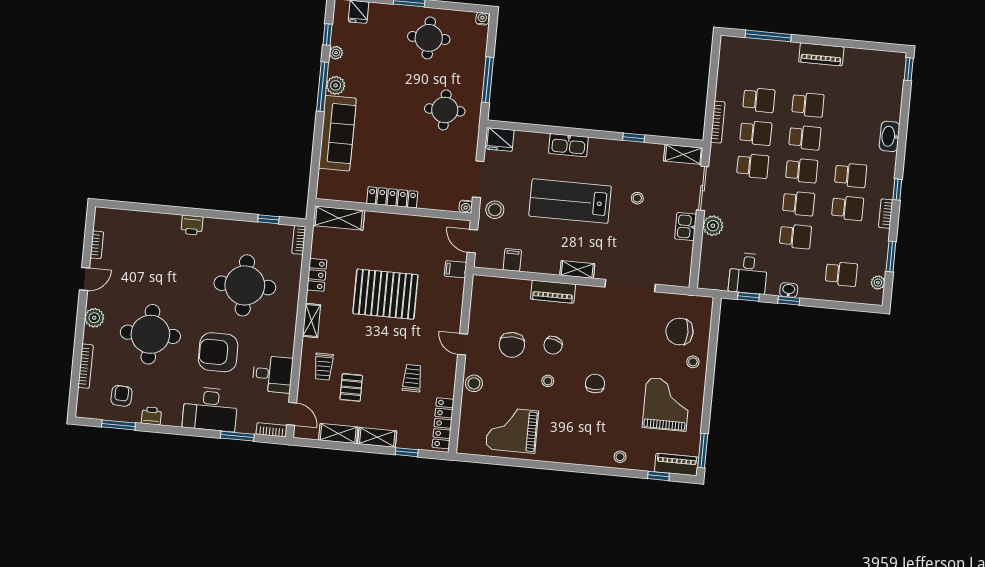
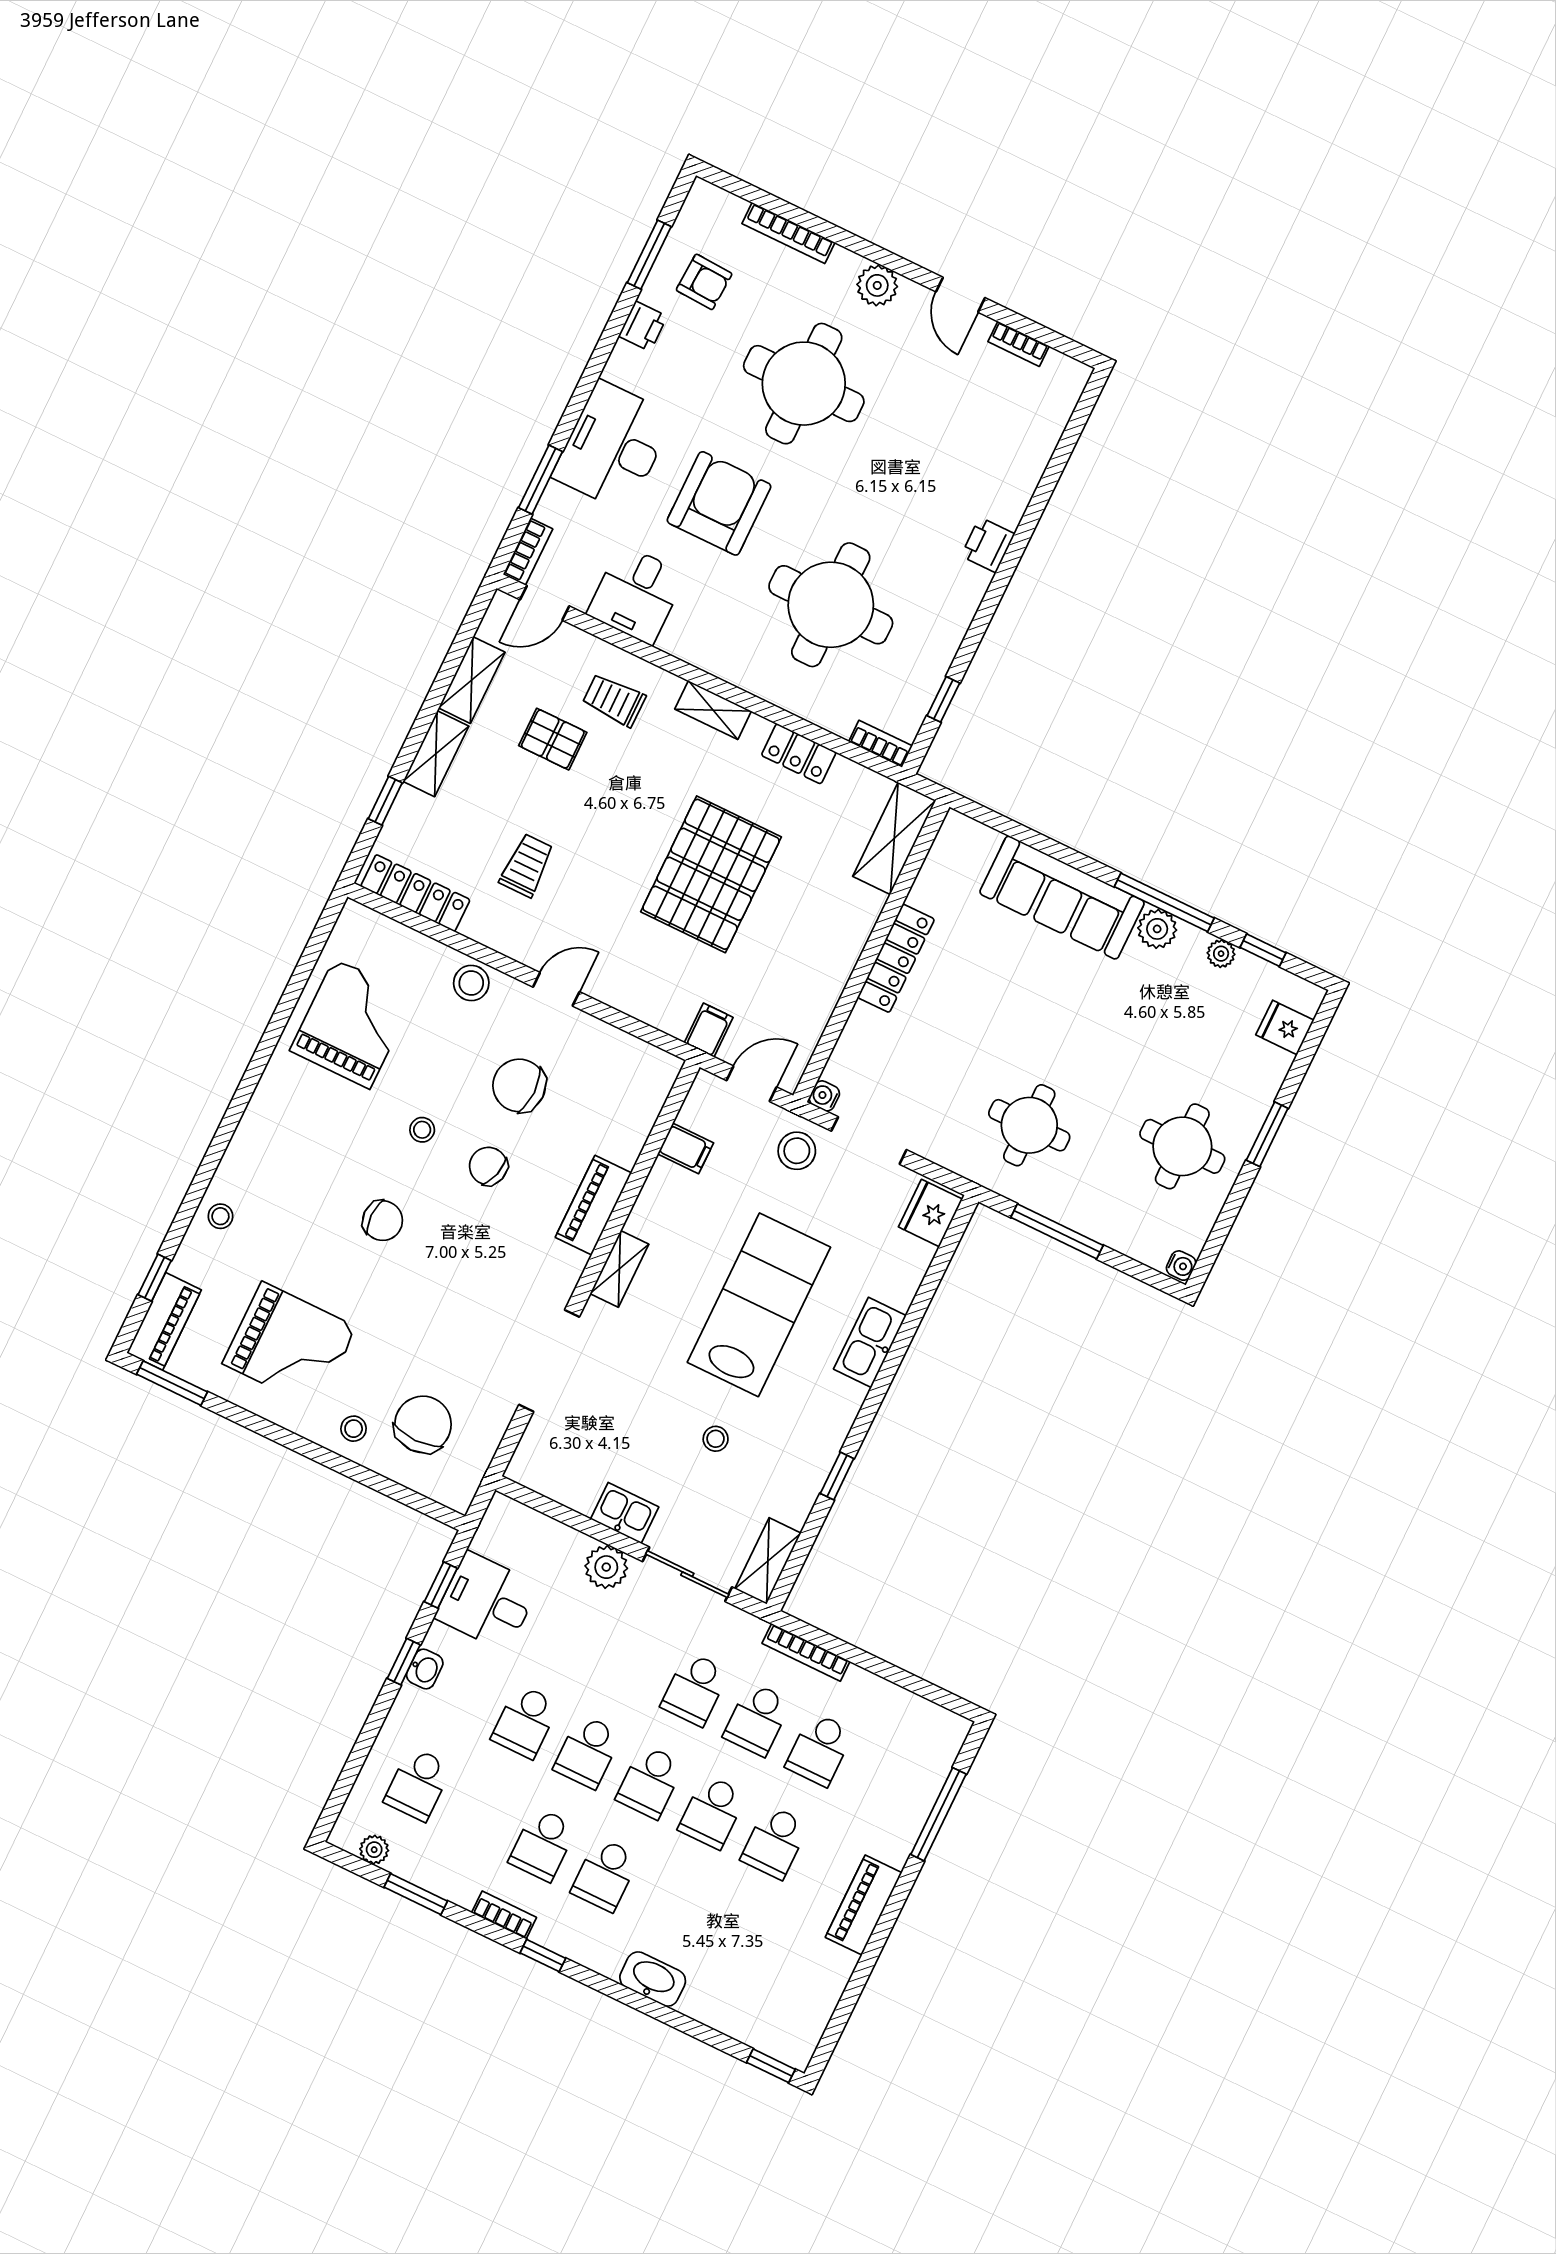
trolley: (412, 378) -> (527, 865), turned -90

